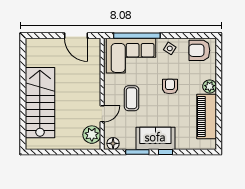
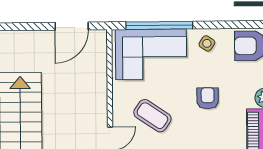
door: (76, 36) -> (72, 26), hinge flipped
coffee table: (132, 98) -> (152, 116), turned -56

